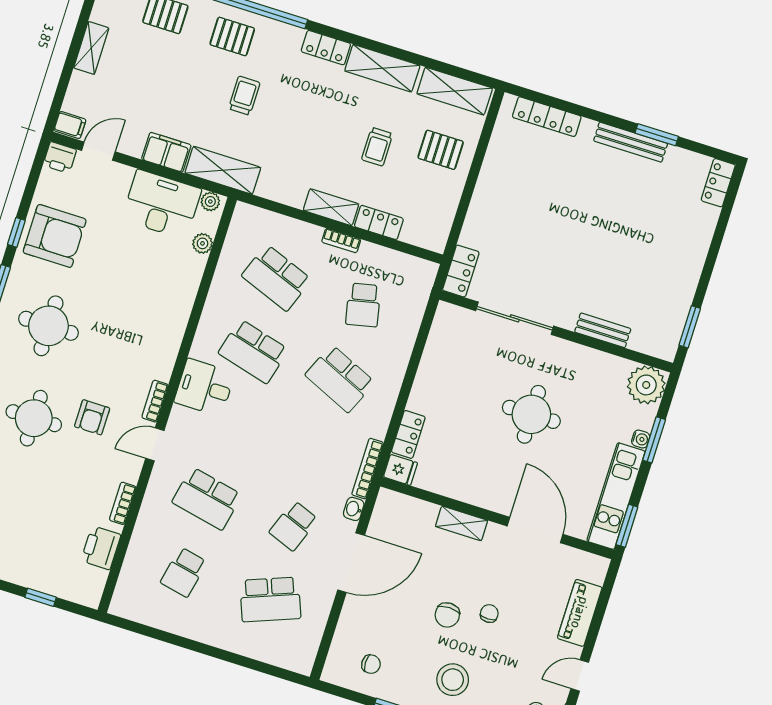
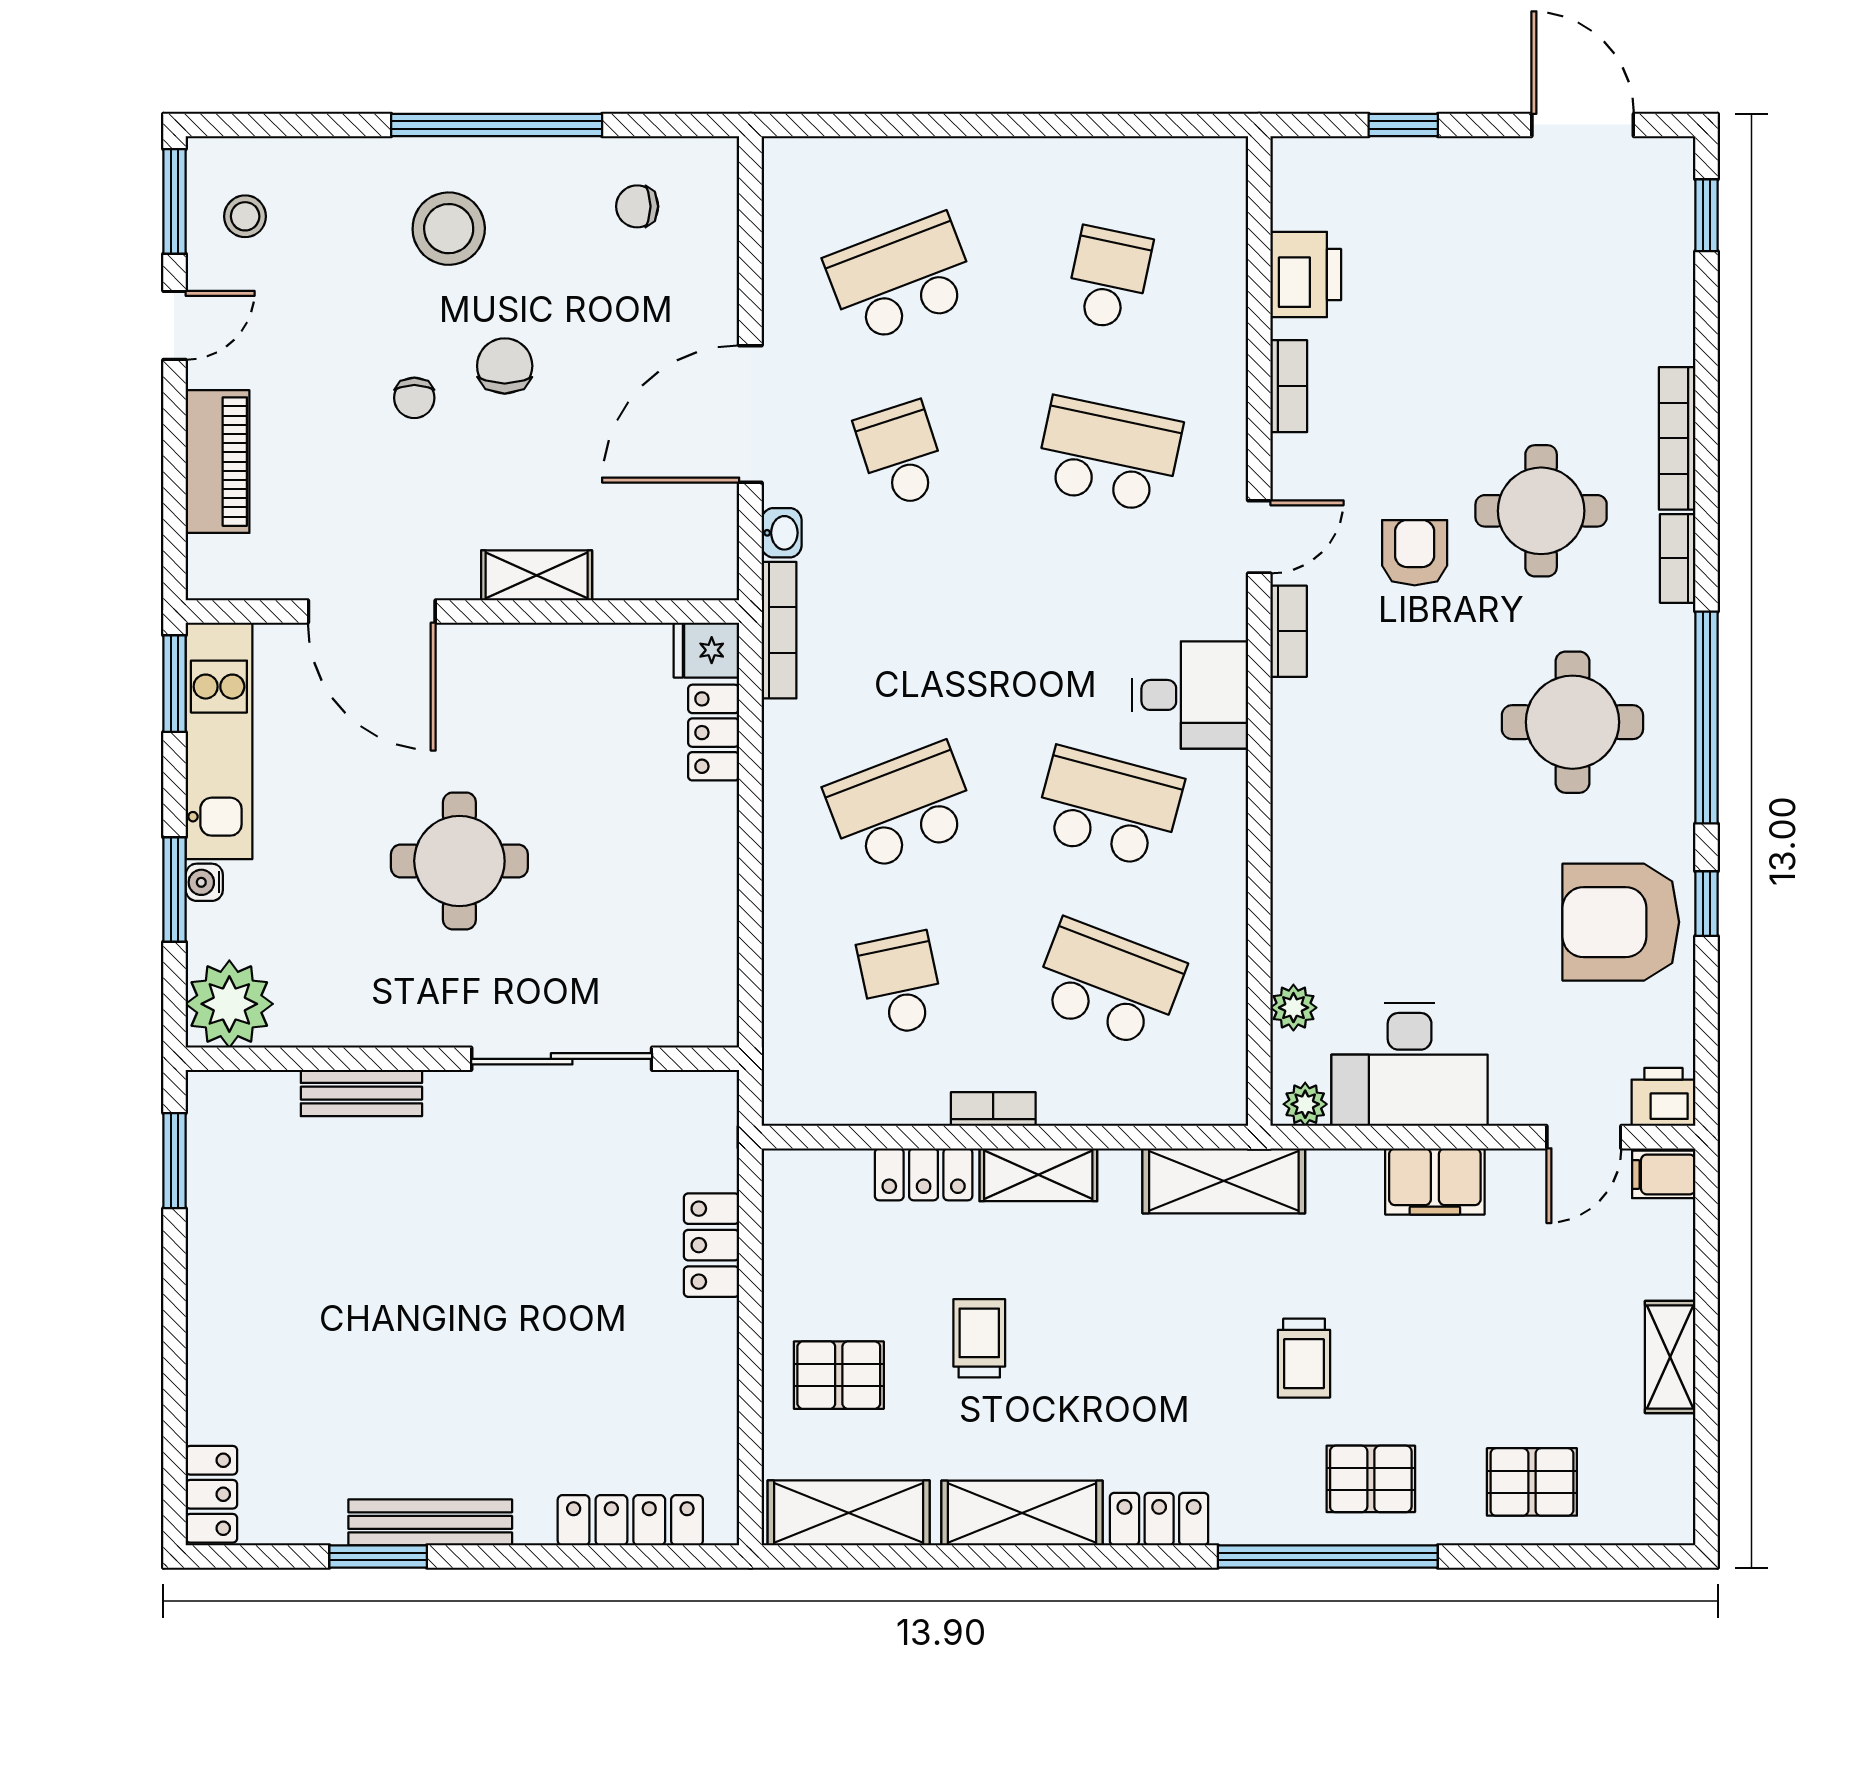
shelving: (223, 170) -> (1224, 1181), moved
locker: (461, 271) -> (712, 1245), moved
school desk: (340, 379) -> (901, 807), turned -45
school desk: (294, 526) -> (901, 455), turned -39

